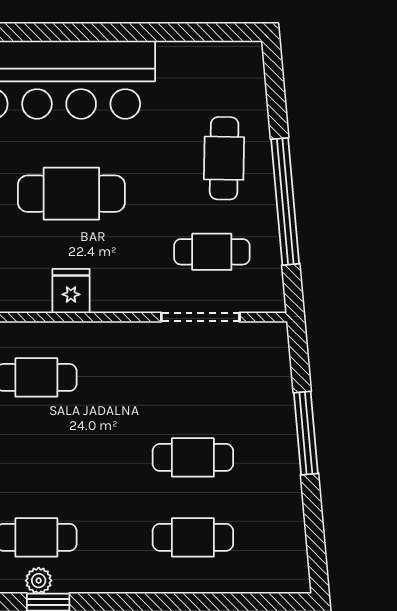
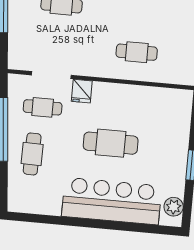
fridge: (71, 291) -> (82, 91), moved

